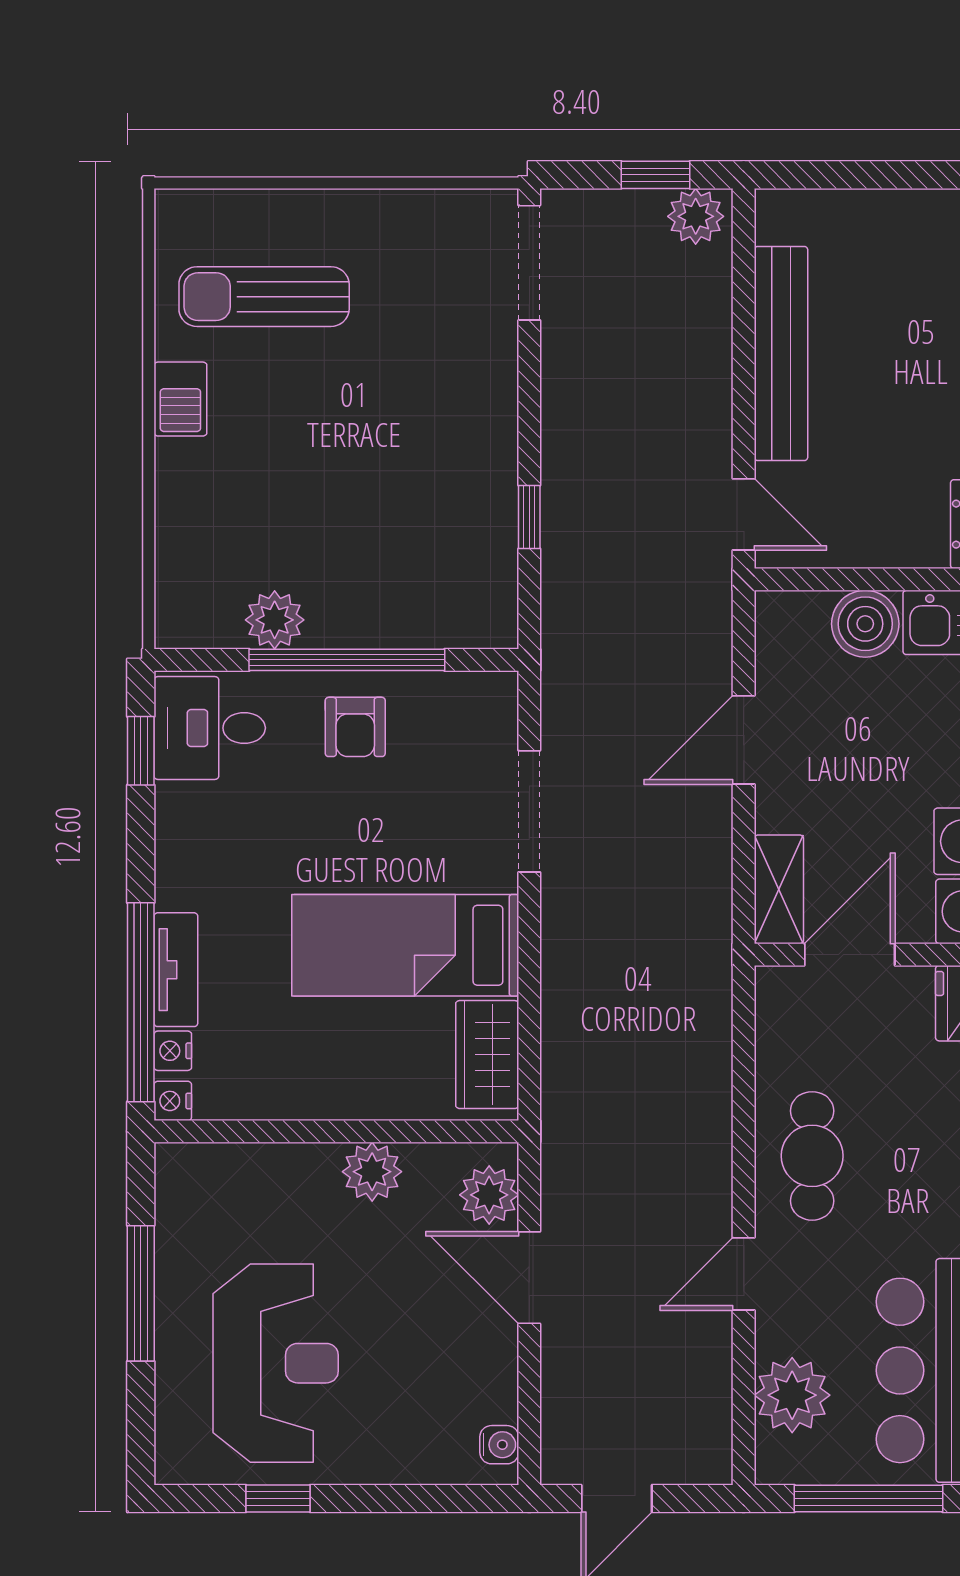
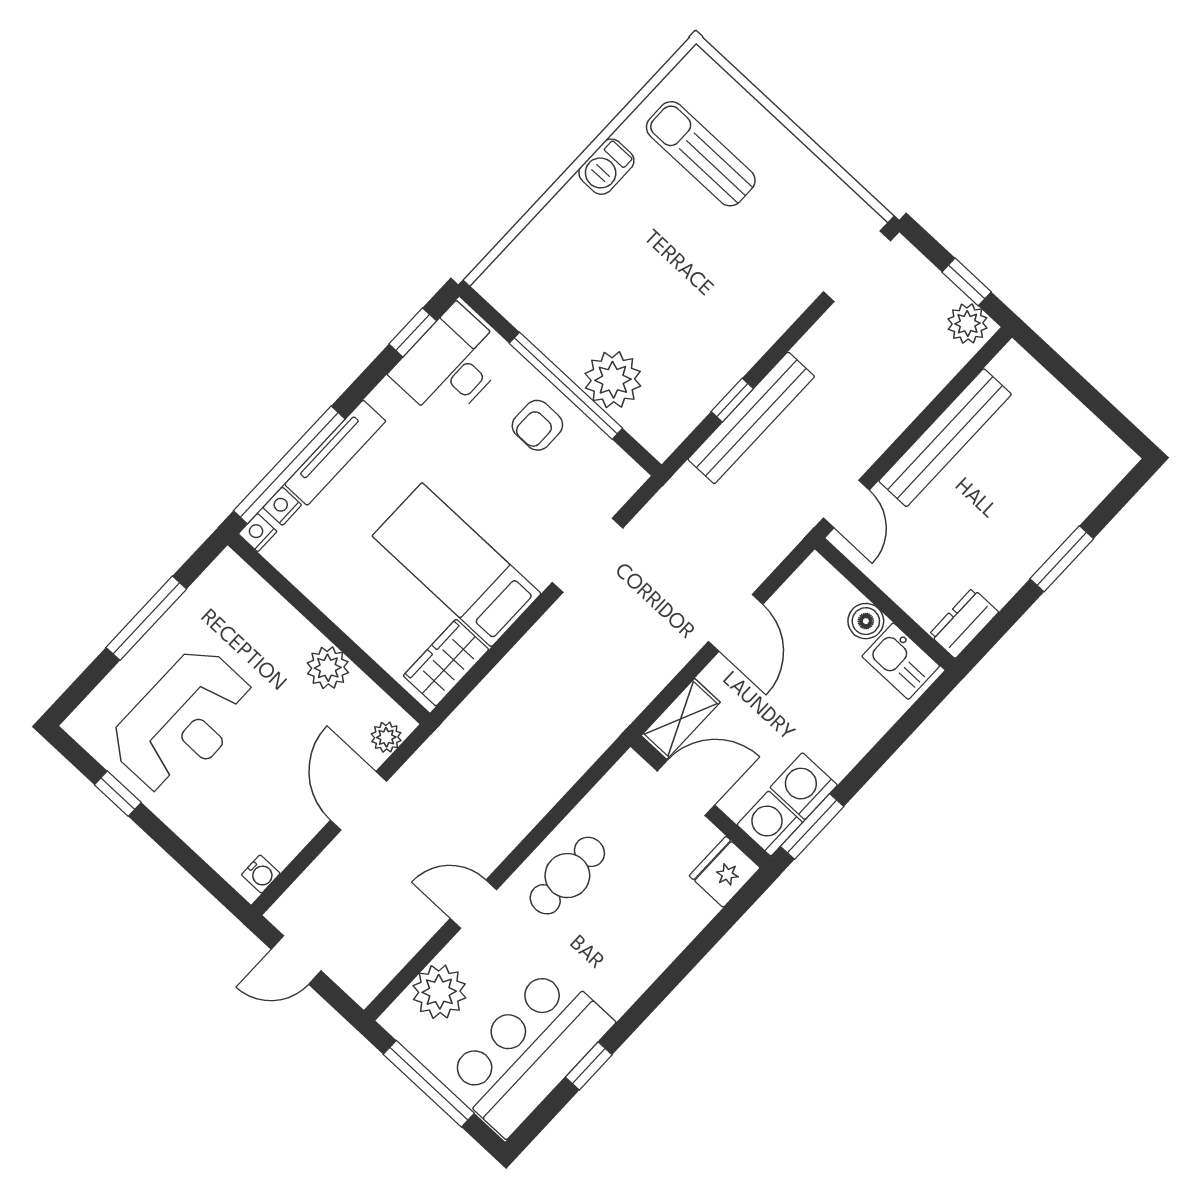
bench: (565, 517) -> (751, 418), added
plant: (275, 620) -> (613, 380), moved, width x1.36, depth x1.36
boiler: (865, 624) -> (866, 621), width x0.73, depth x0.73
desk: (210, 728) -> (451, 364), width x1.37
door: (744, 740) -> (736, 623), swing flipped
tv unit: (176, 970) -> (335, 453), width x1.41
plant: (489, 1195) -> (386, 737), width x0.73, depth x0.73

